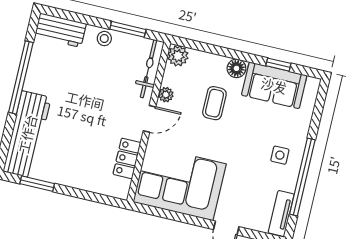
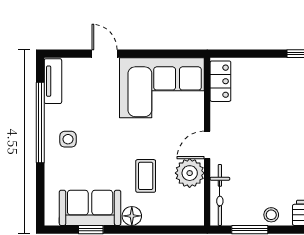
plant: (178, 56) -> (193, 215), removed
plant: (166, 95) -> (190, 173), width x1.88, depth x1.88
locker: (127, 158) -> (220, 81), moved

